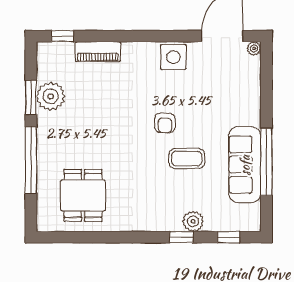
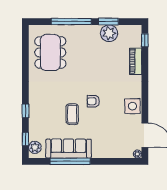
dining table: (83, 195) -> (50, 52), width x1.37
plant: (193, 221) -> (35, 147), moved

